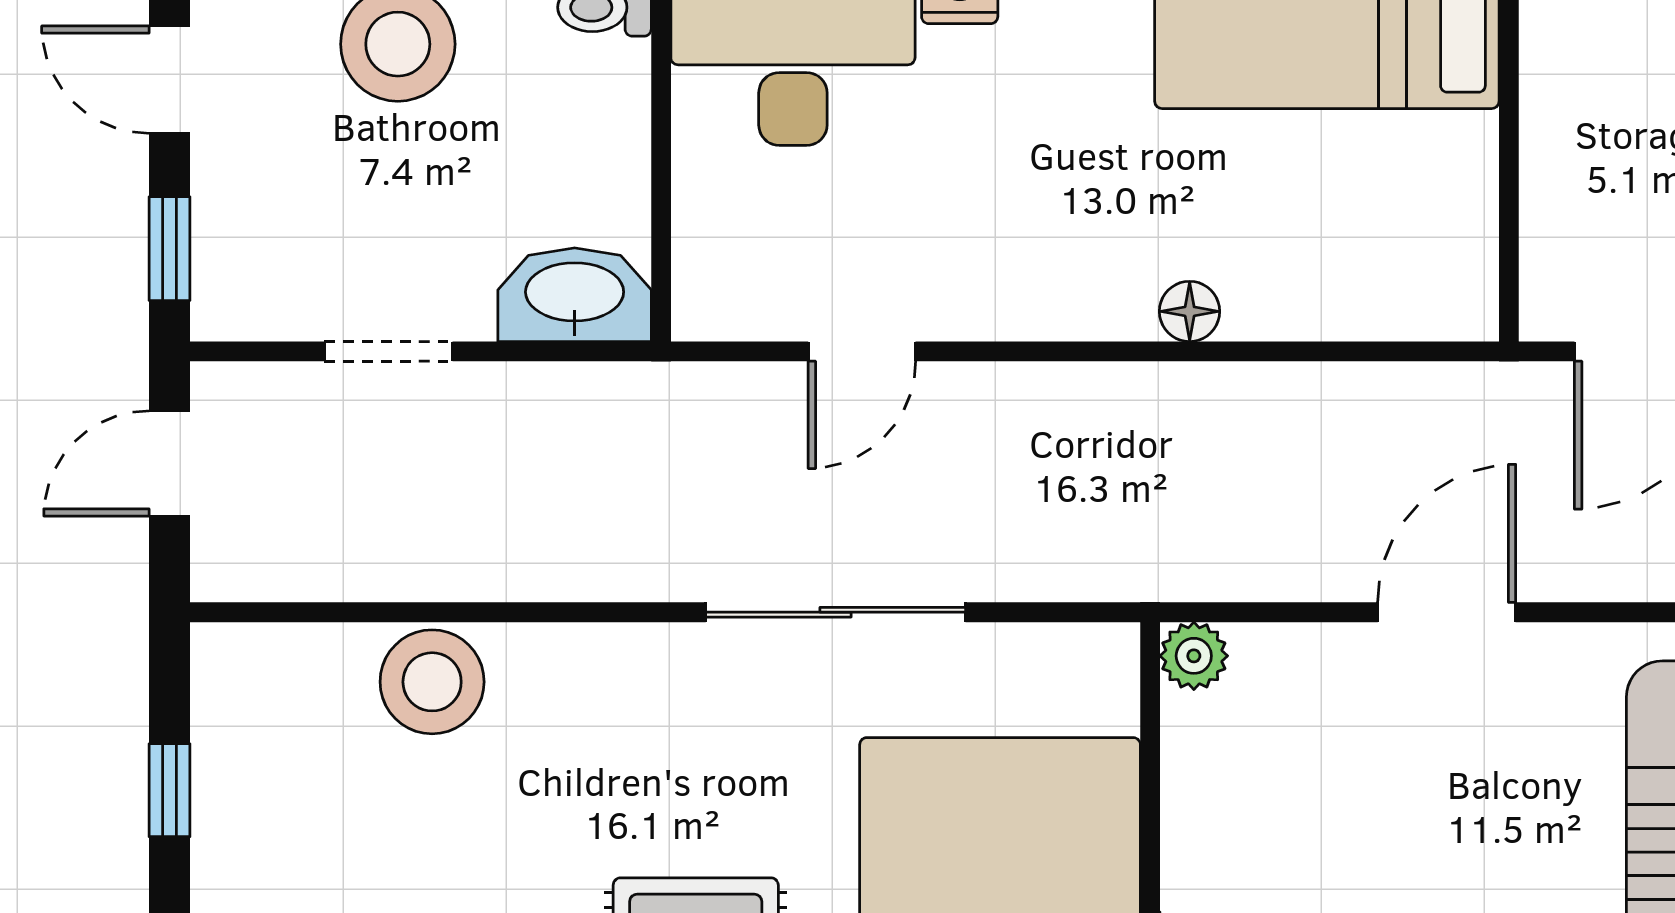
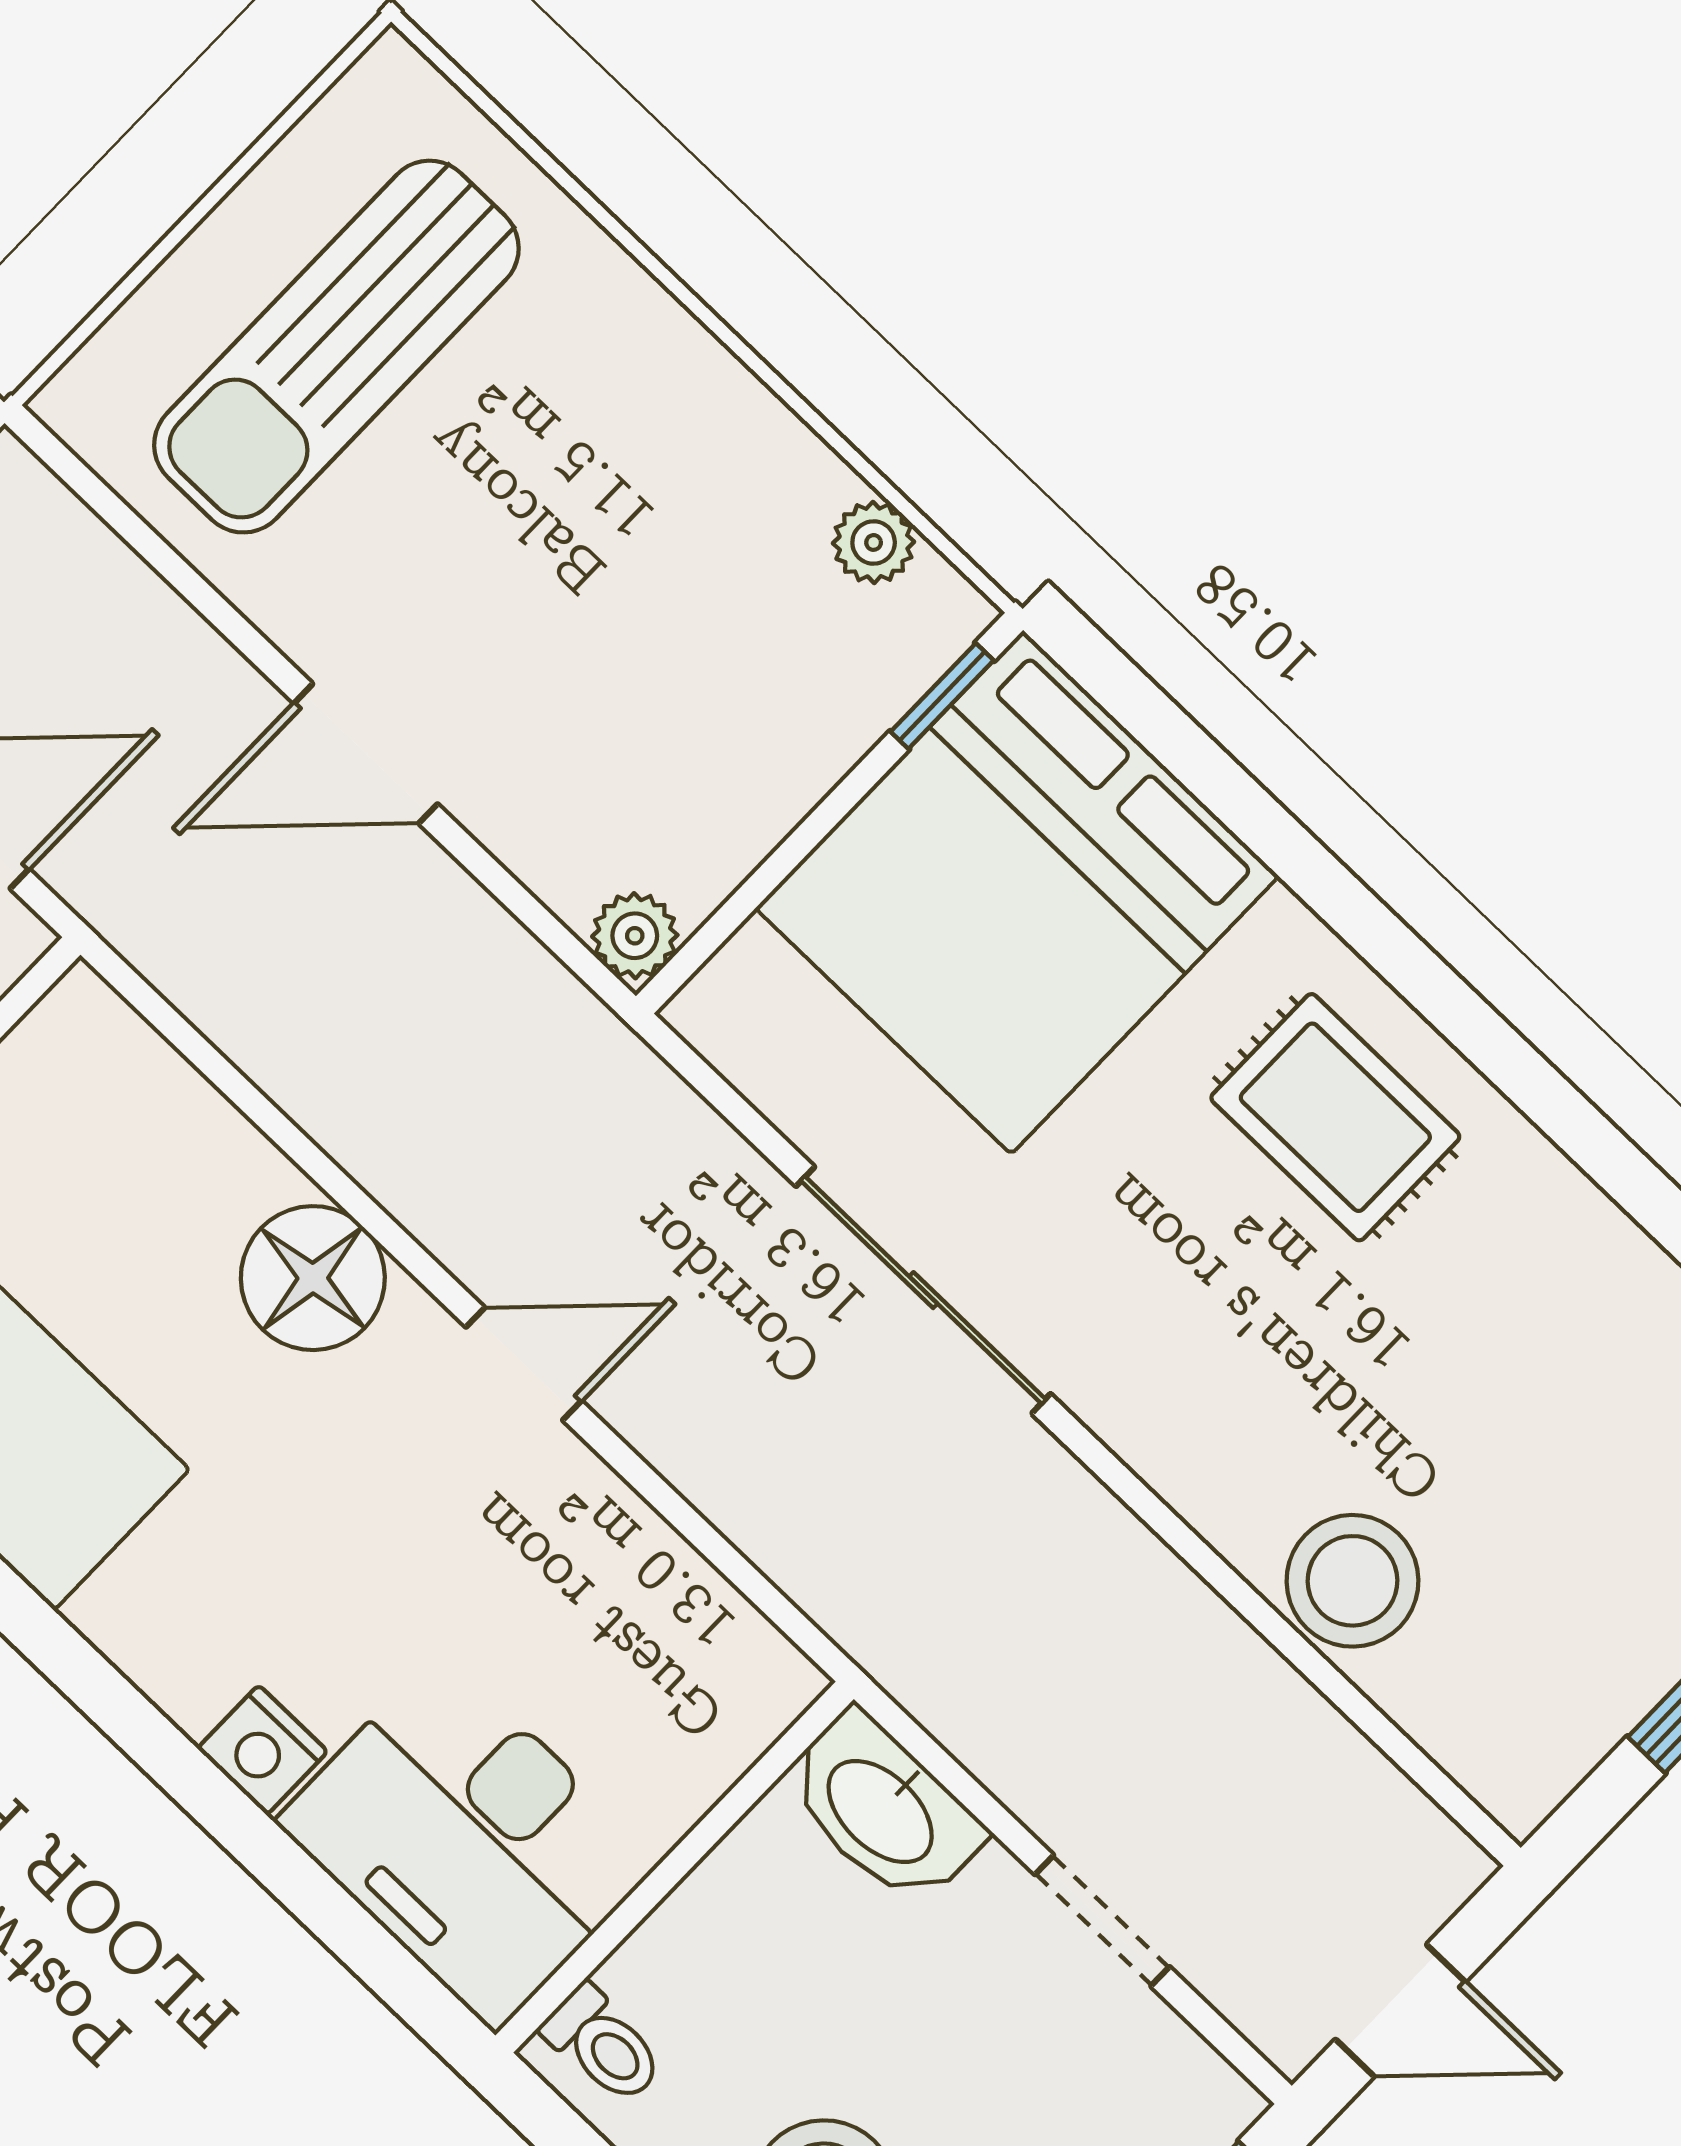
floor lamp: (1190, 311) -> (313, 1278), width x1.89, depth x1.89
door: (862, 351) -> (524, 1364), moved

